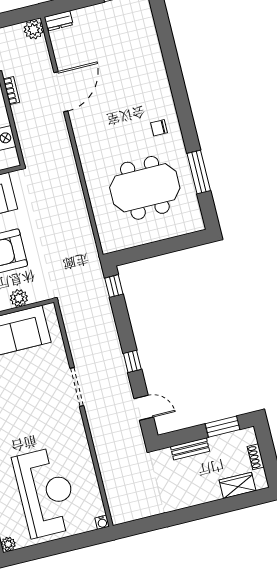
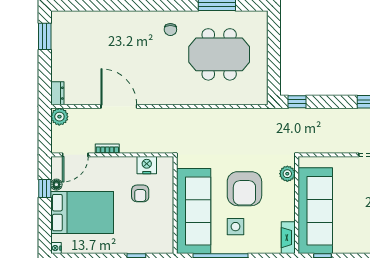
meeting table: (145, 188) -> (219, 54), turned 90
plant: (19, 298) -> (287, 174), moved

